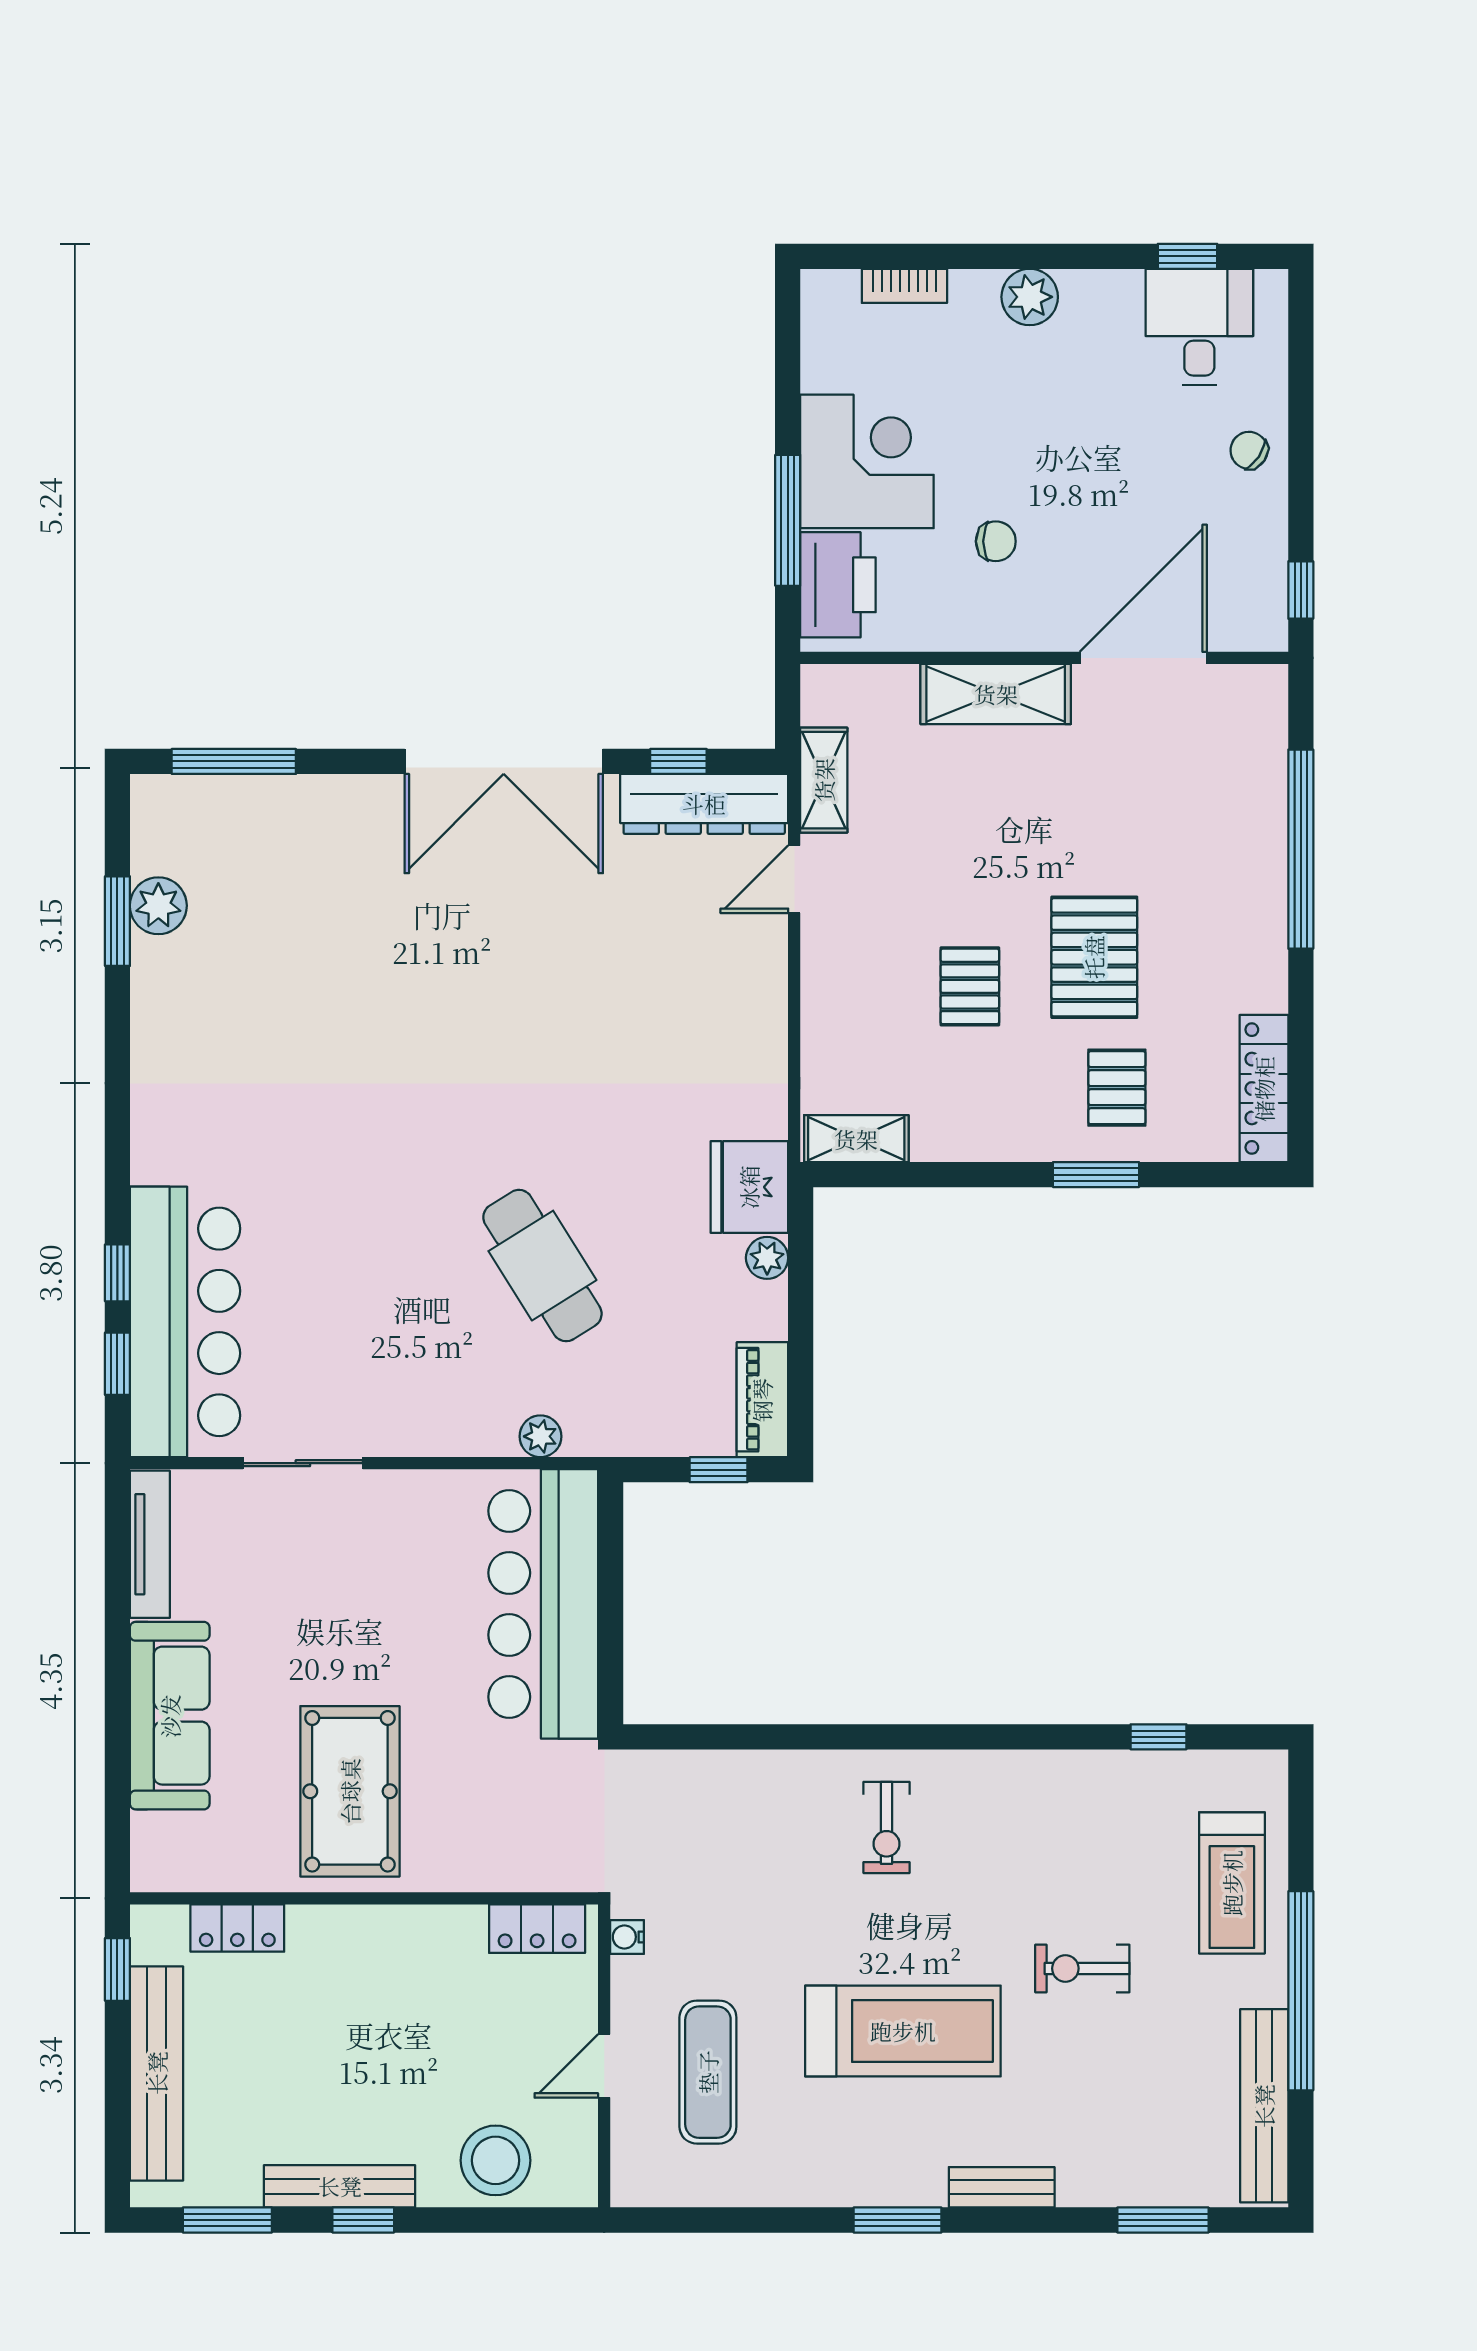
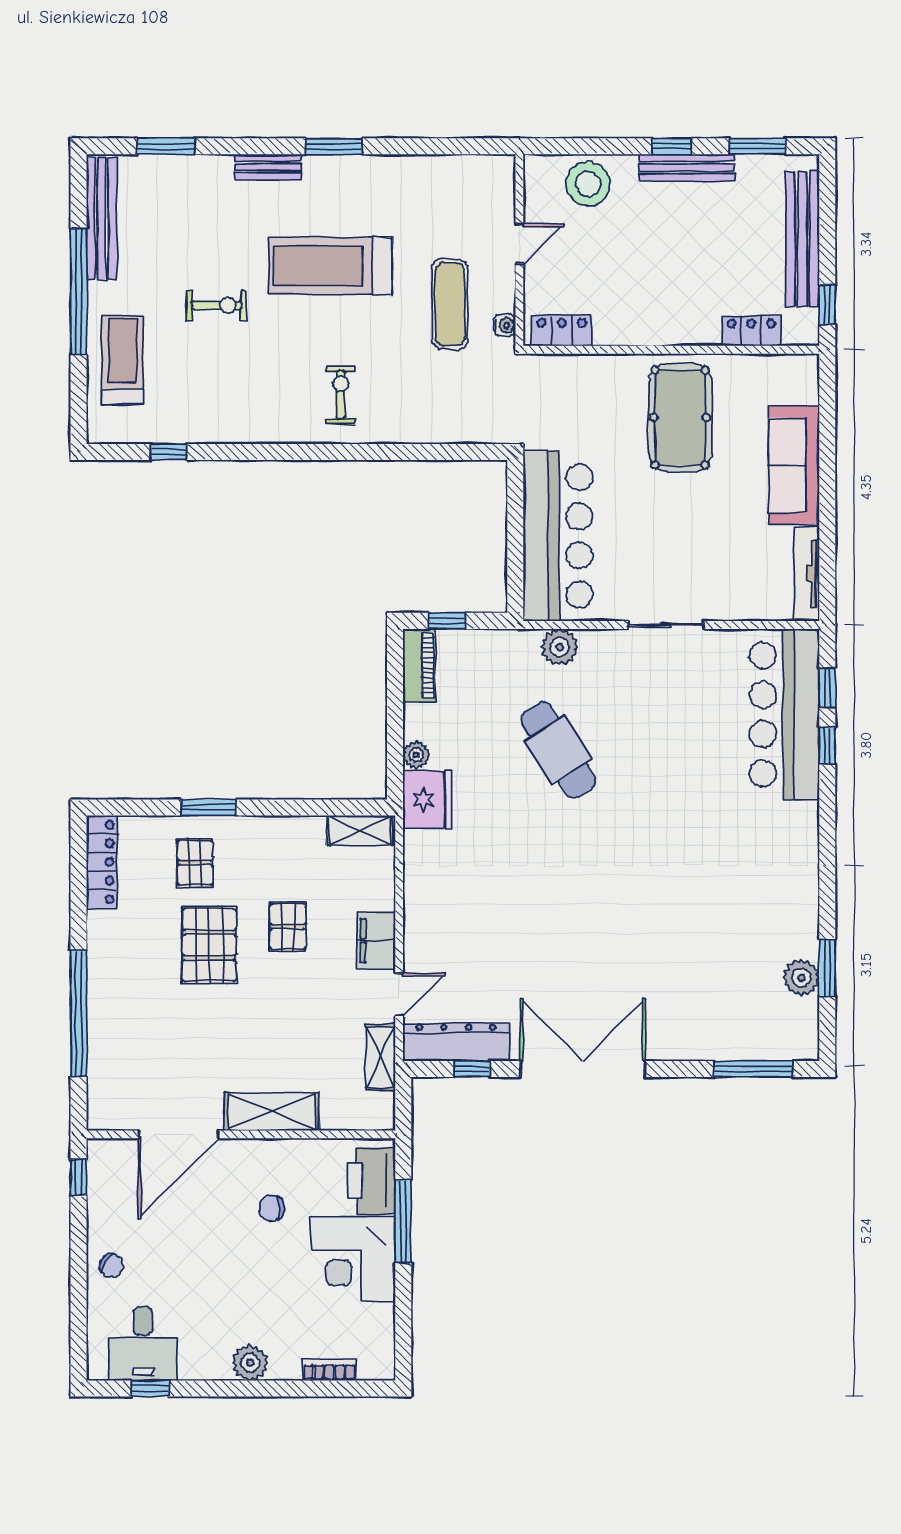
filing cabinet: (830, 965) -> (376, 940), added
plant: (540, 1436) -> (560, 647), width x1.38, depth x1.38
sliding door: (303, 1463) -> (666, 625), moved
exercise mat: (708, 2072) -> (450, 304), moved

